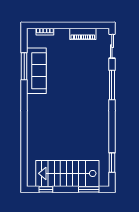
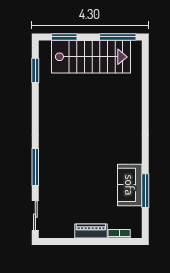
piano: (83, 34) -> (91, 231), moved
sofa: (36, 71) -> (130, 185), width x0.73
window: (46, 189) -> (118, 37), width x2.17

